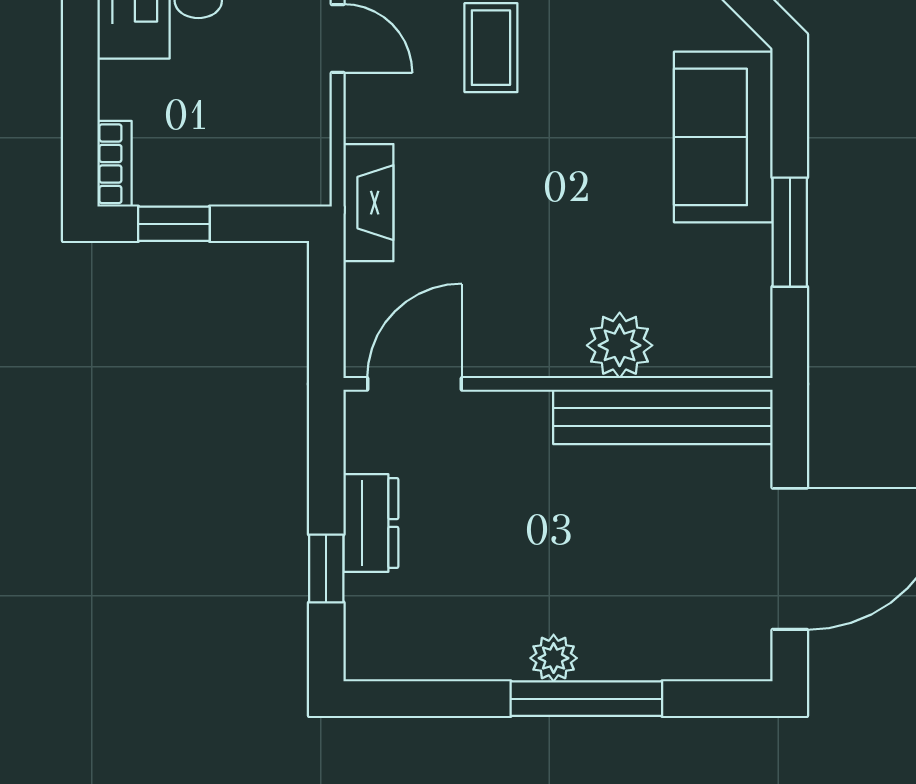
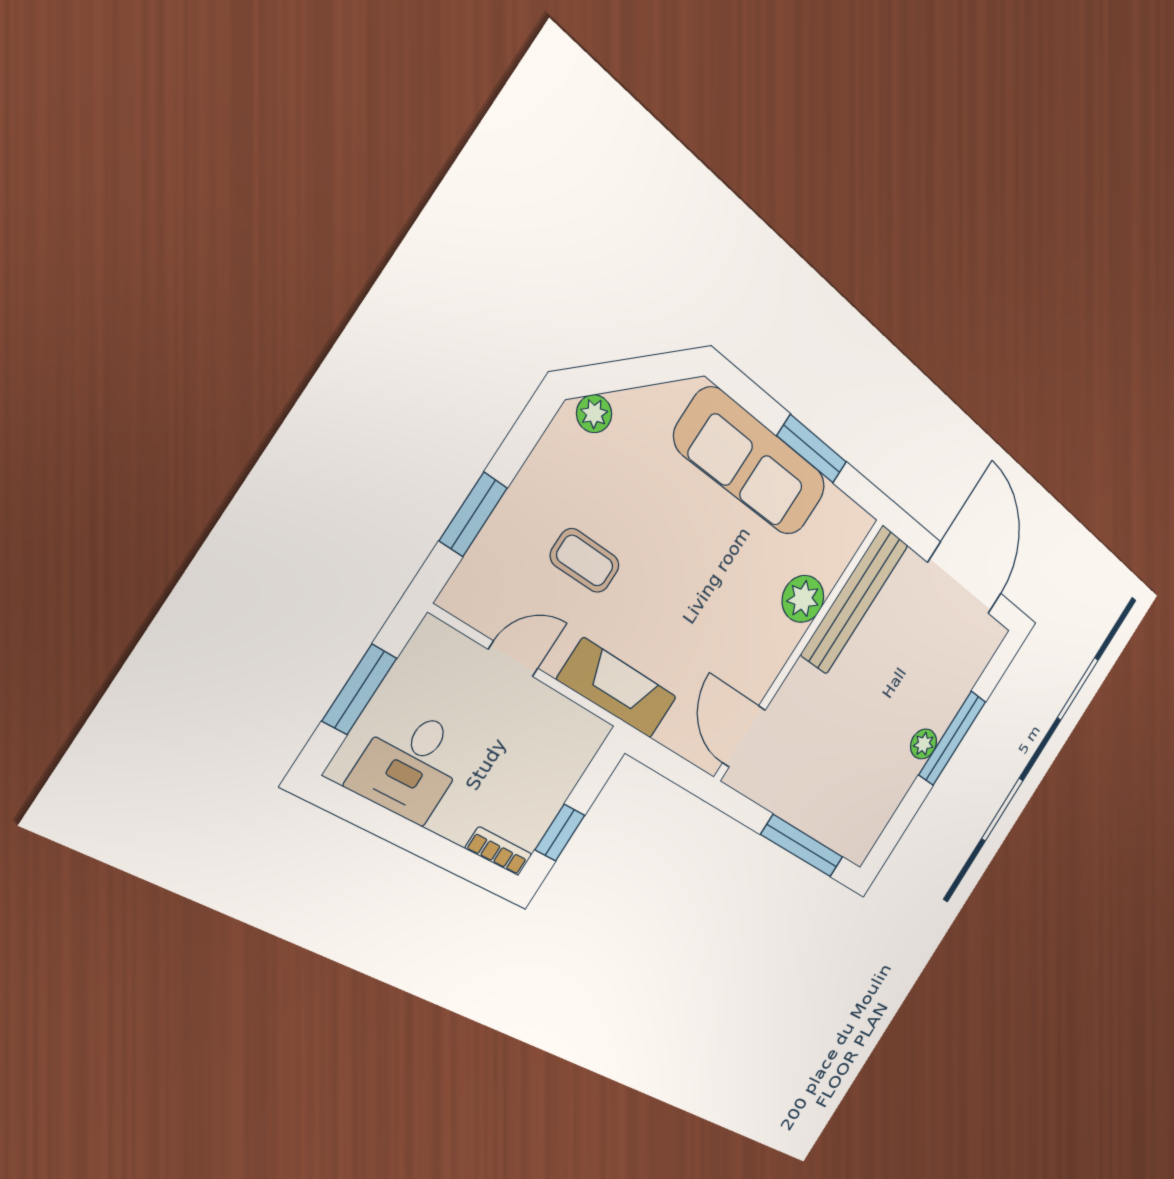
sofa: (723, 137) -> (751, 462), width x1.36
fireplace: (368, 203) -> (617, 688), width x1.37, depth x1.32
dresser: (371, 523) -> (797, 807), removed
window: (326, 569) -> (802, 846), width x2.17

